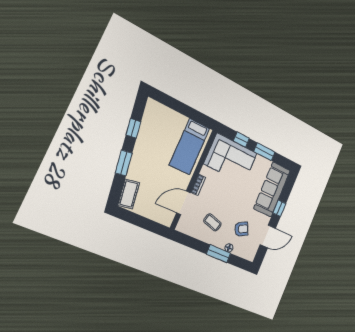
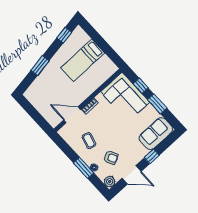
window: (133, 128) -> (64, 35), moved
bed: (190, 147) -> (83, 60), moved
sofa: (272, 189) -> (156, 134), width x0.73
cot: (129, 194) -> (34, 90), removed
plant: (250, 254) -> (110, 182), added

